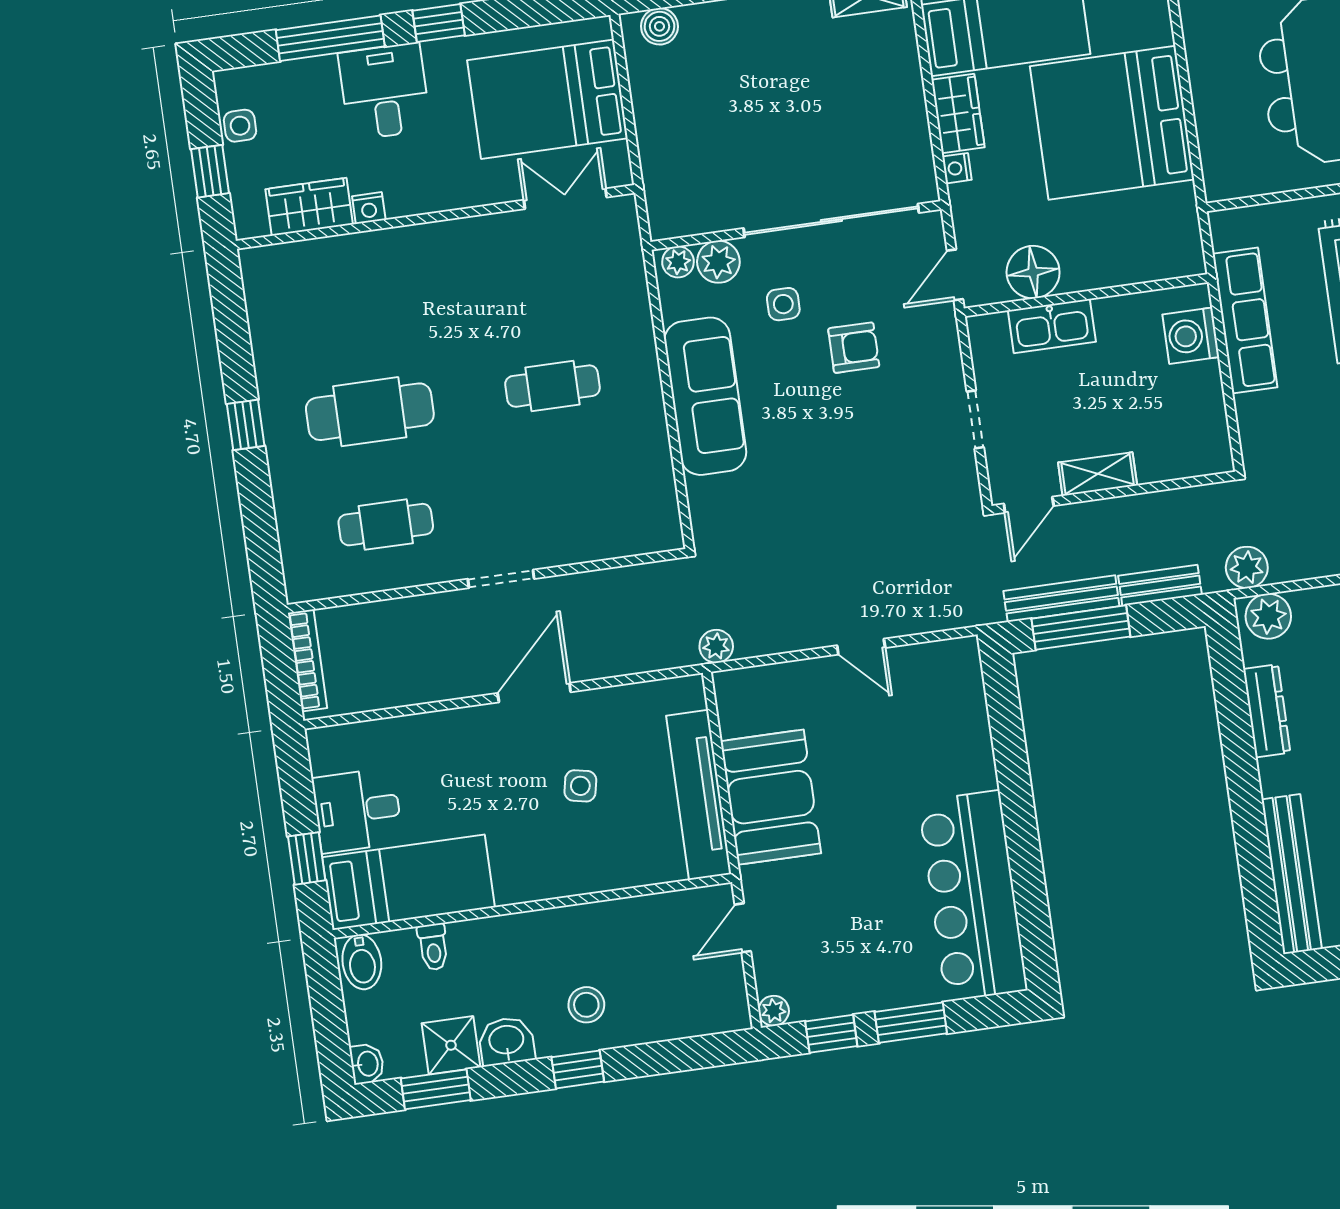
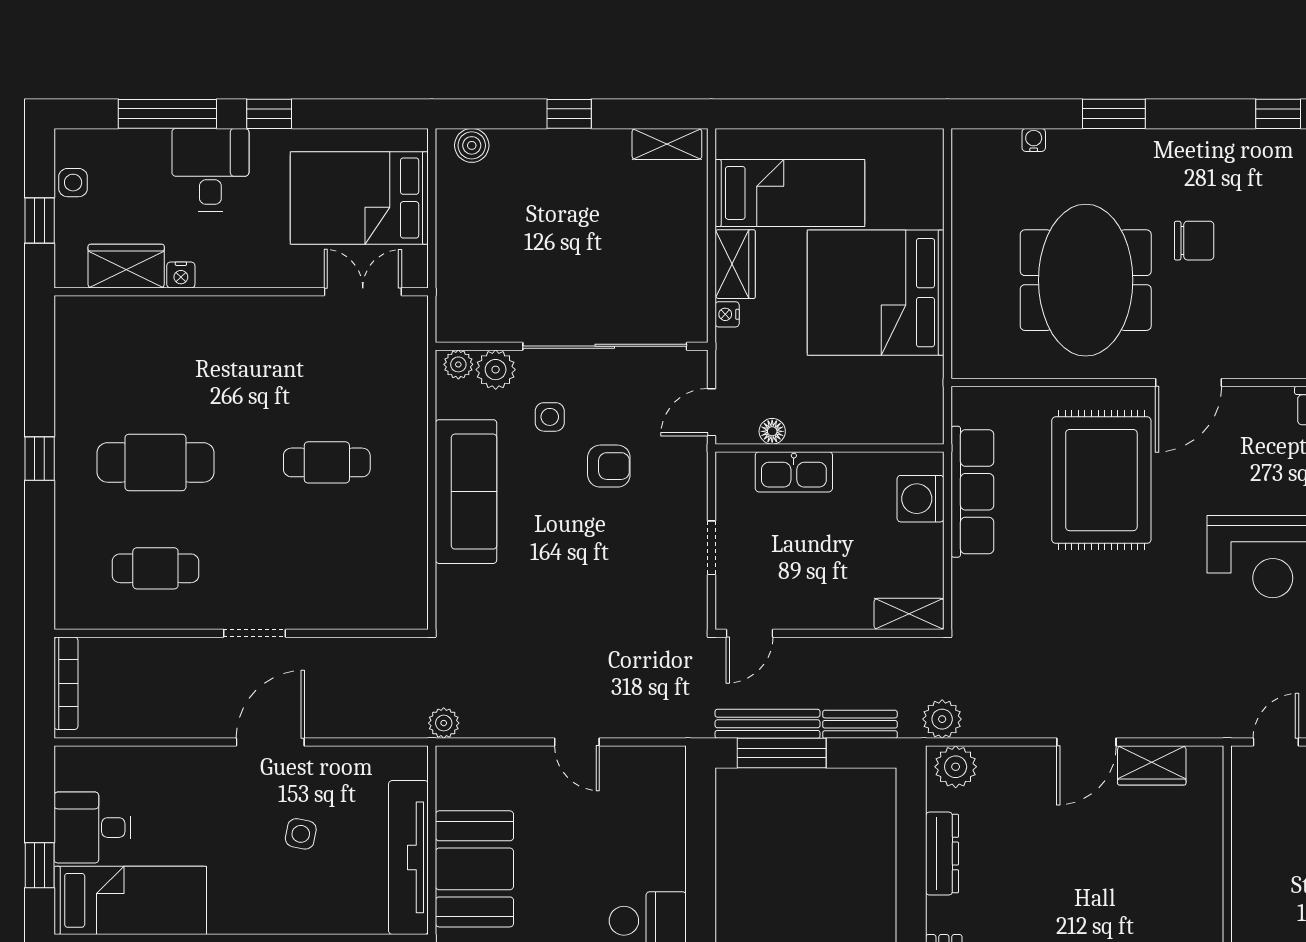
floor lamp: (1033, 272) -> (772, 431), width x0.53, depth x0.53
shelving: (1098, 474) -> (909, 614), moved

